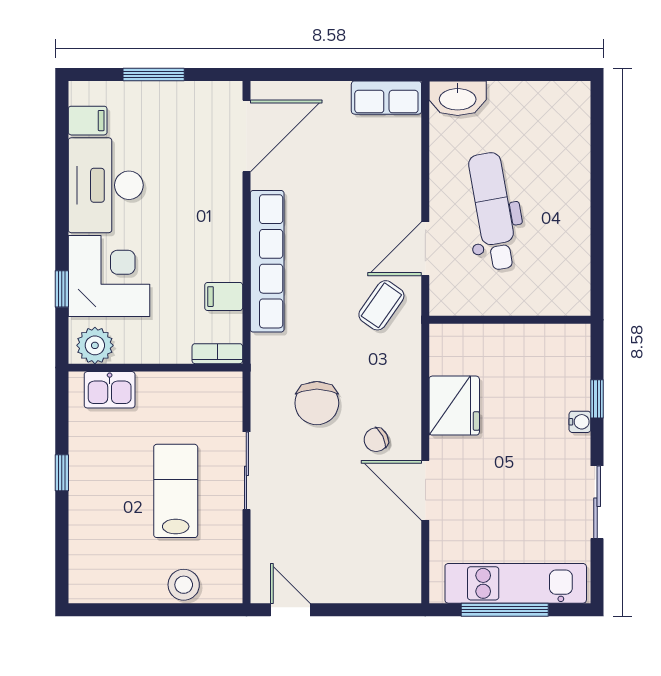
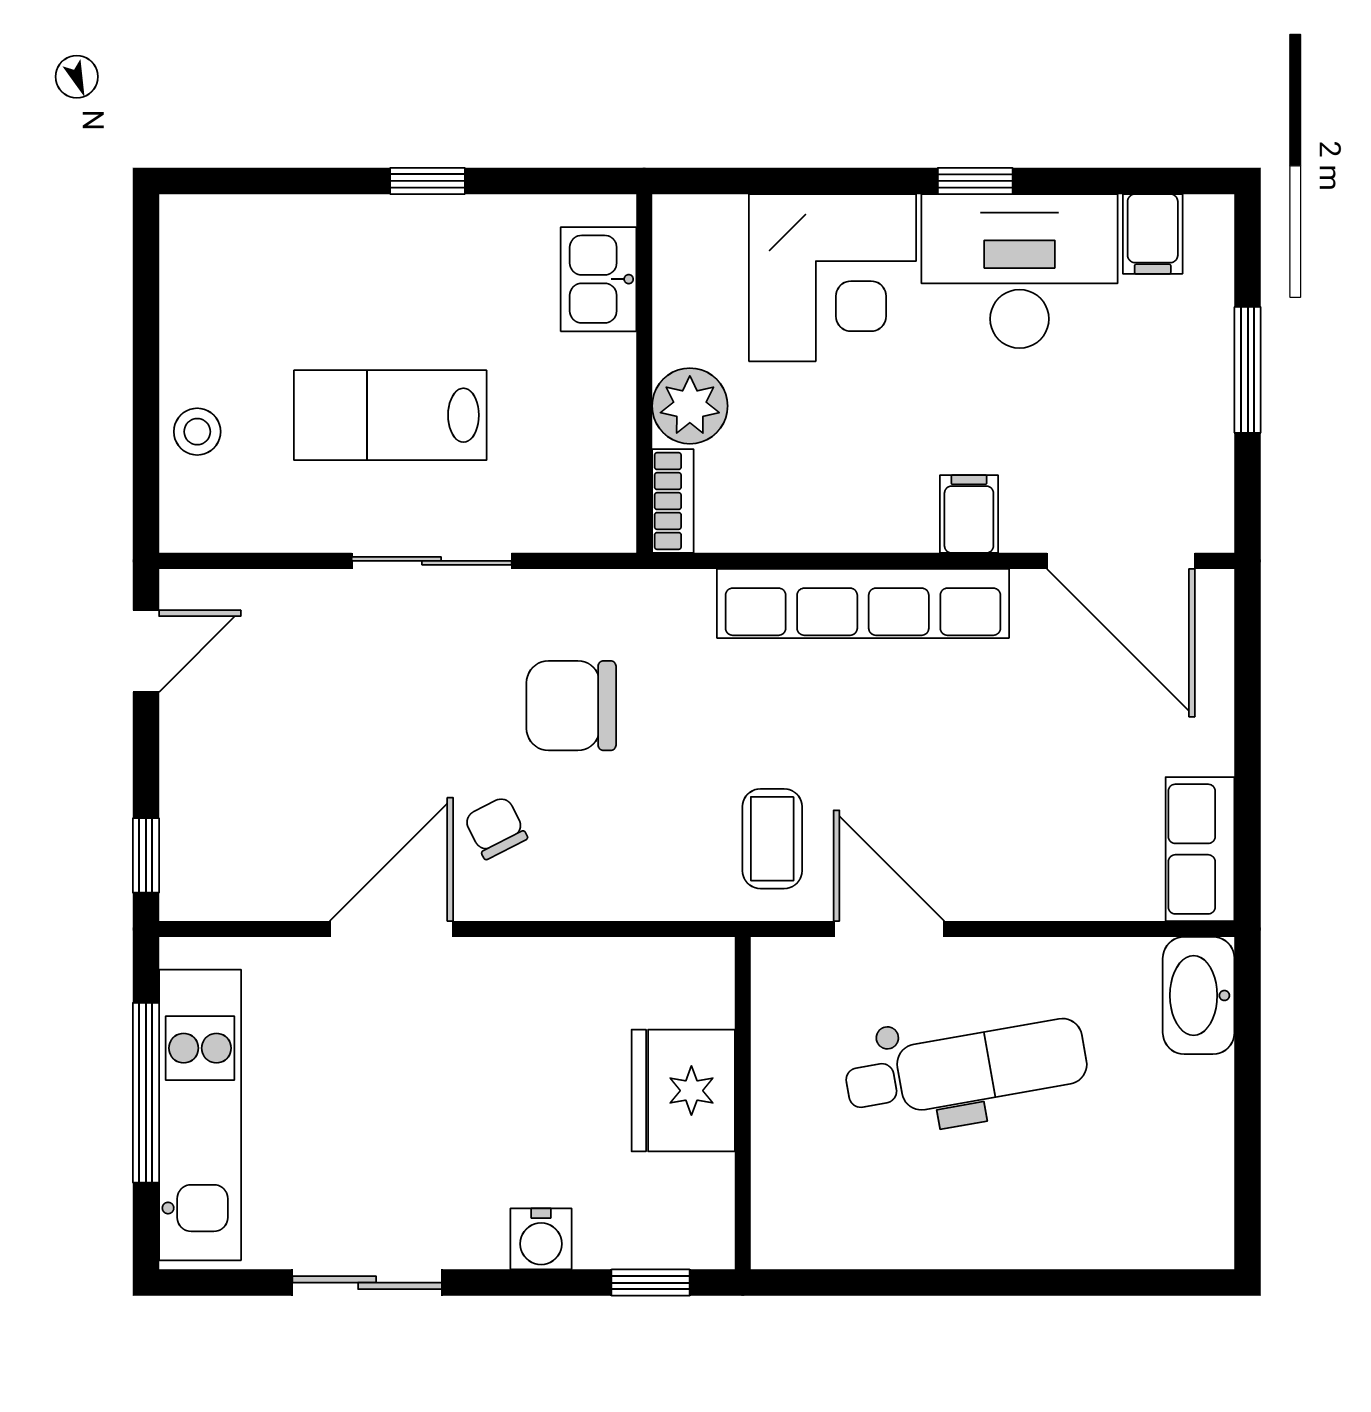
window: (62, 289) -> (975, 181), moved
filing cabinet: (224, 297) -> (969, 514), moved
coffee table: (381, 305) -> (772, 839), turned 55
plant: (95, 345) -> (690, 406), moved
window: (597, 399) -> (651, 1283), moved
fridge: (454, 406) -> (683, 1091), moved, turned 90
water cooler: (580, 422) -> (541, 1239), width x1.38, depth x1.38
lab bench: (176, 491) -> (390, 415), turned 180
stool: (184, 585) -> (197, 432), width x0.73, depth x0.73
window: (390, 610) -> (146, 855), added

